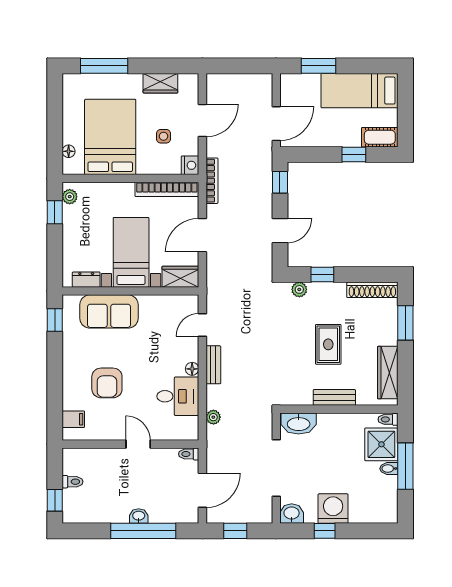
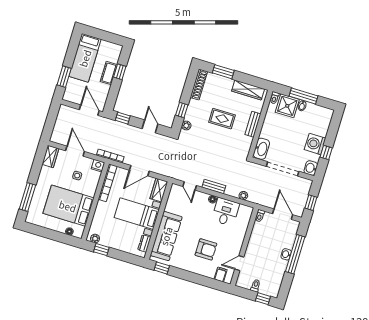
wardrobe: (160, 83) -> (50, 156), moved
cot: (380, 137) -> (109, 73), moved
door: (202, 235) -> (139, 171), hinge flipped
sofa: (109, 311) -> (166, 236), width x1.36
door: (138, 444) -> (239, 263), moved

